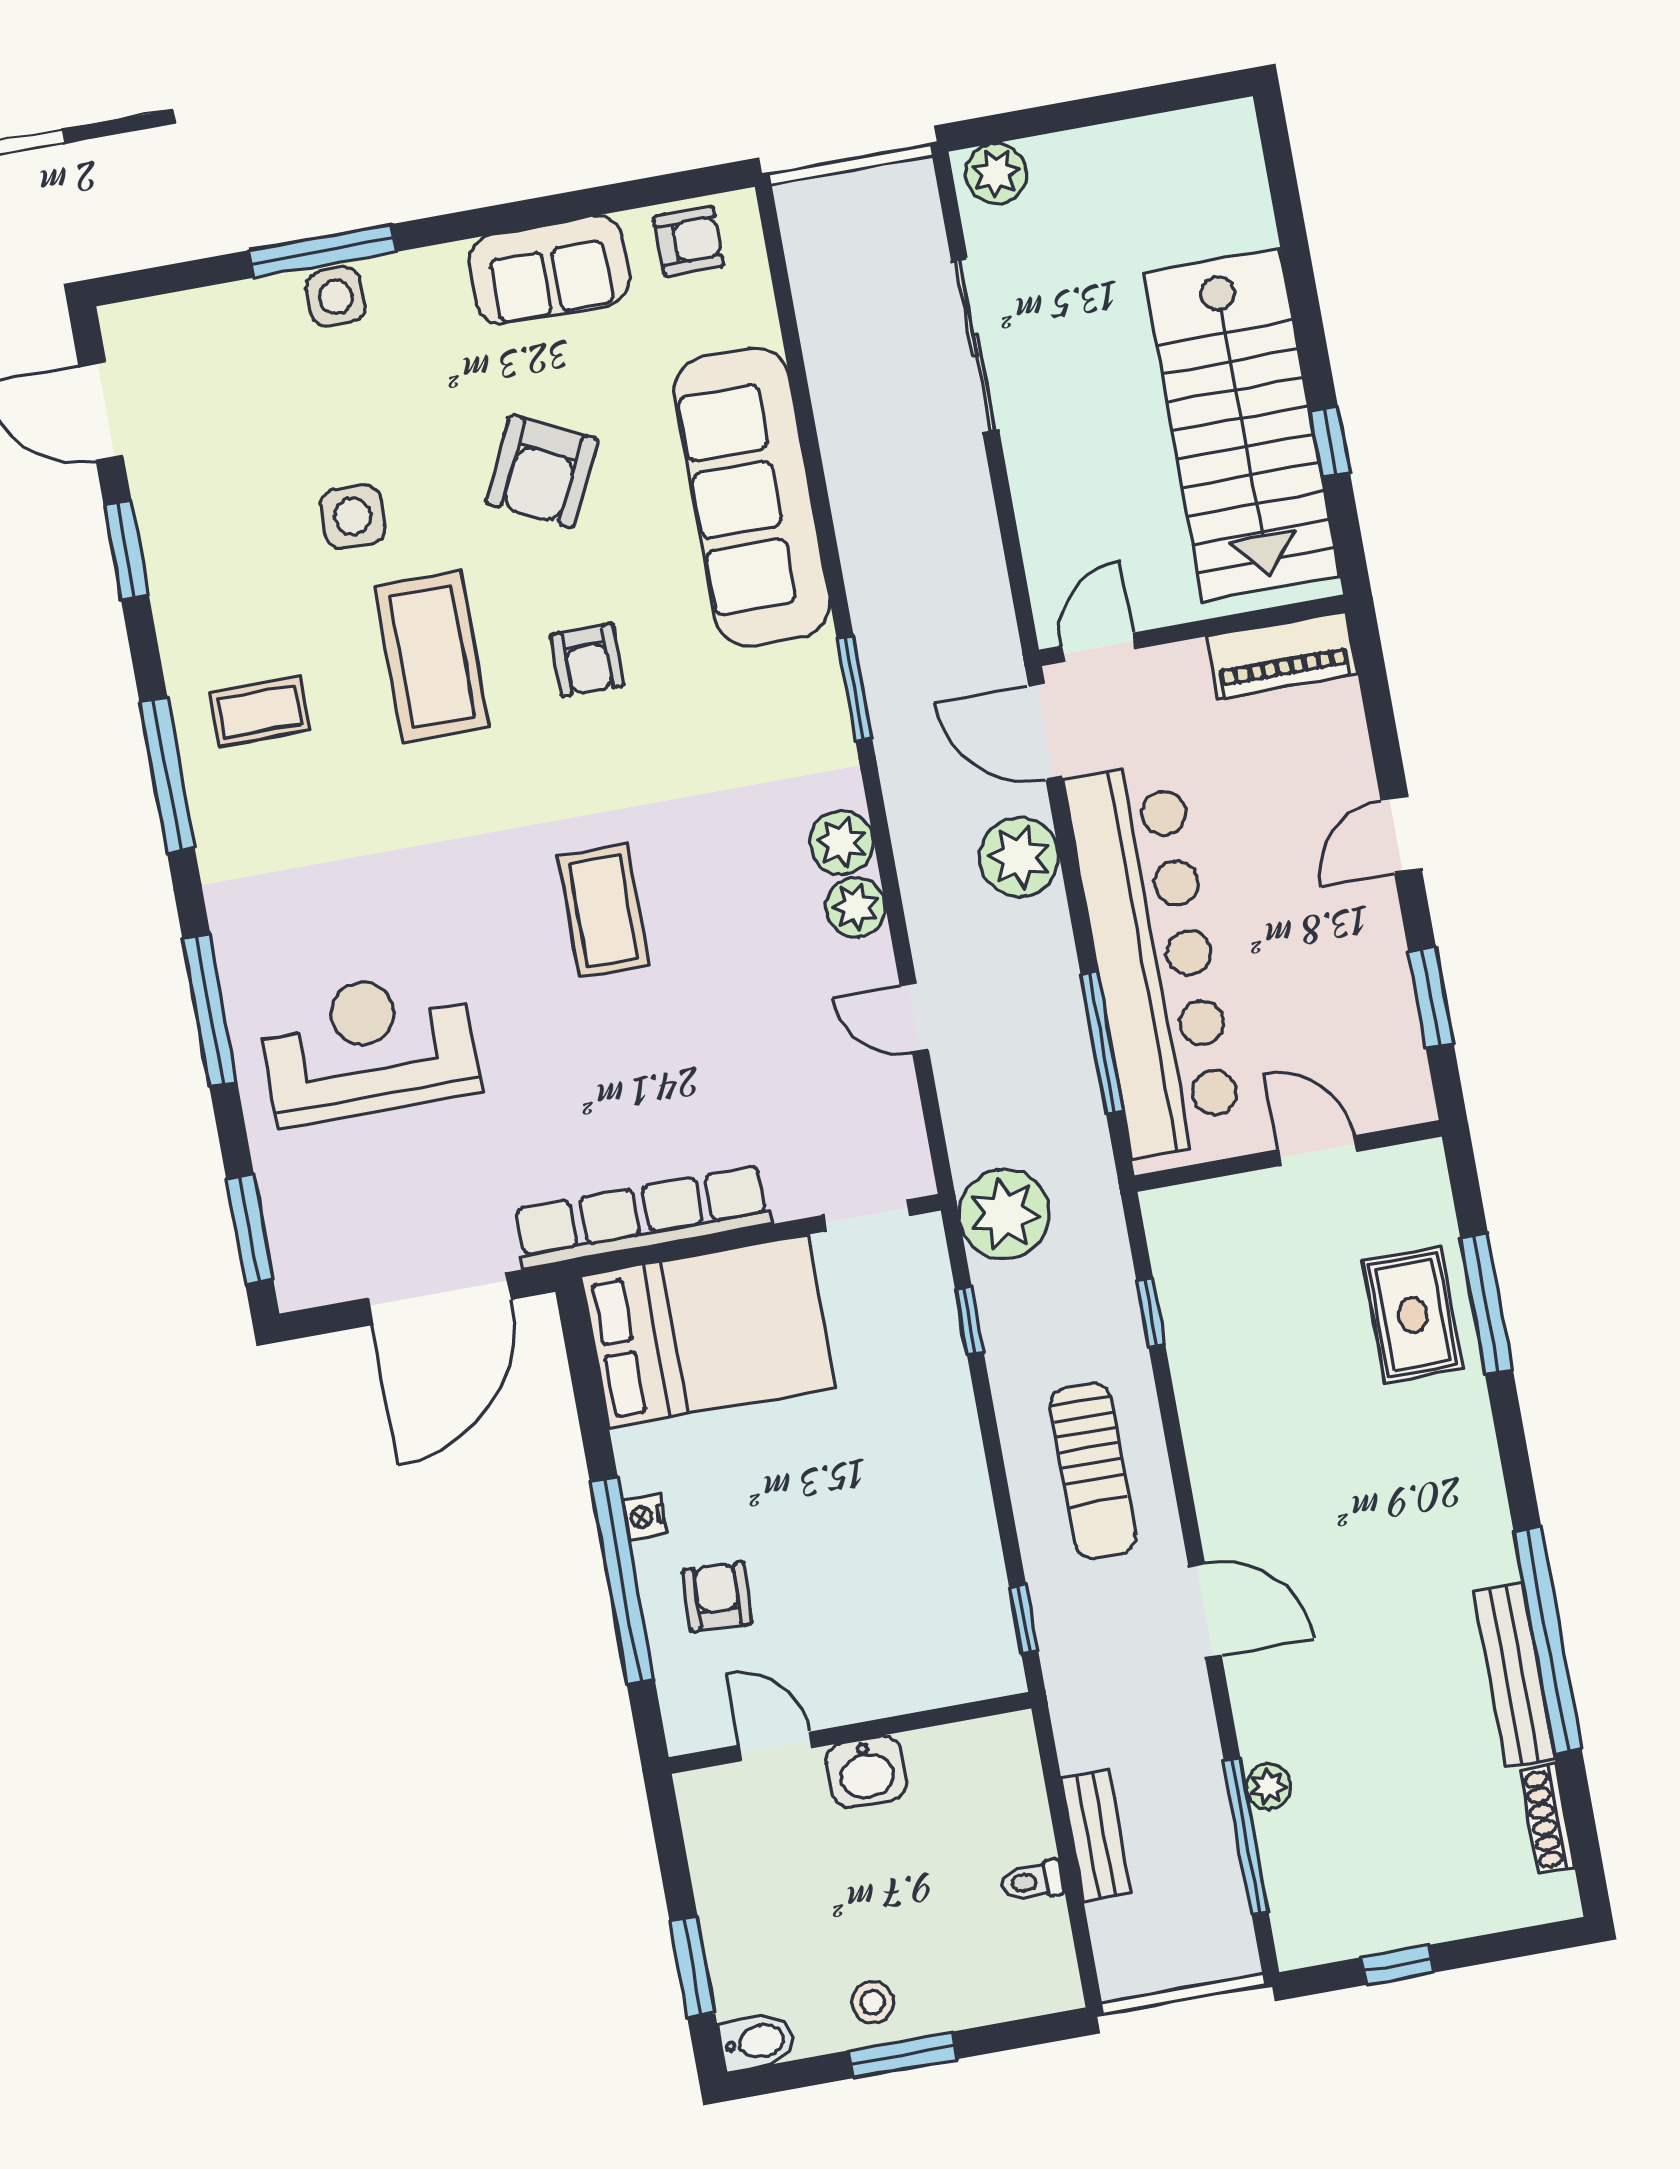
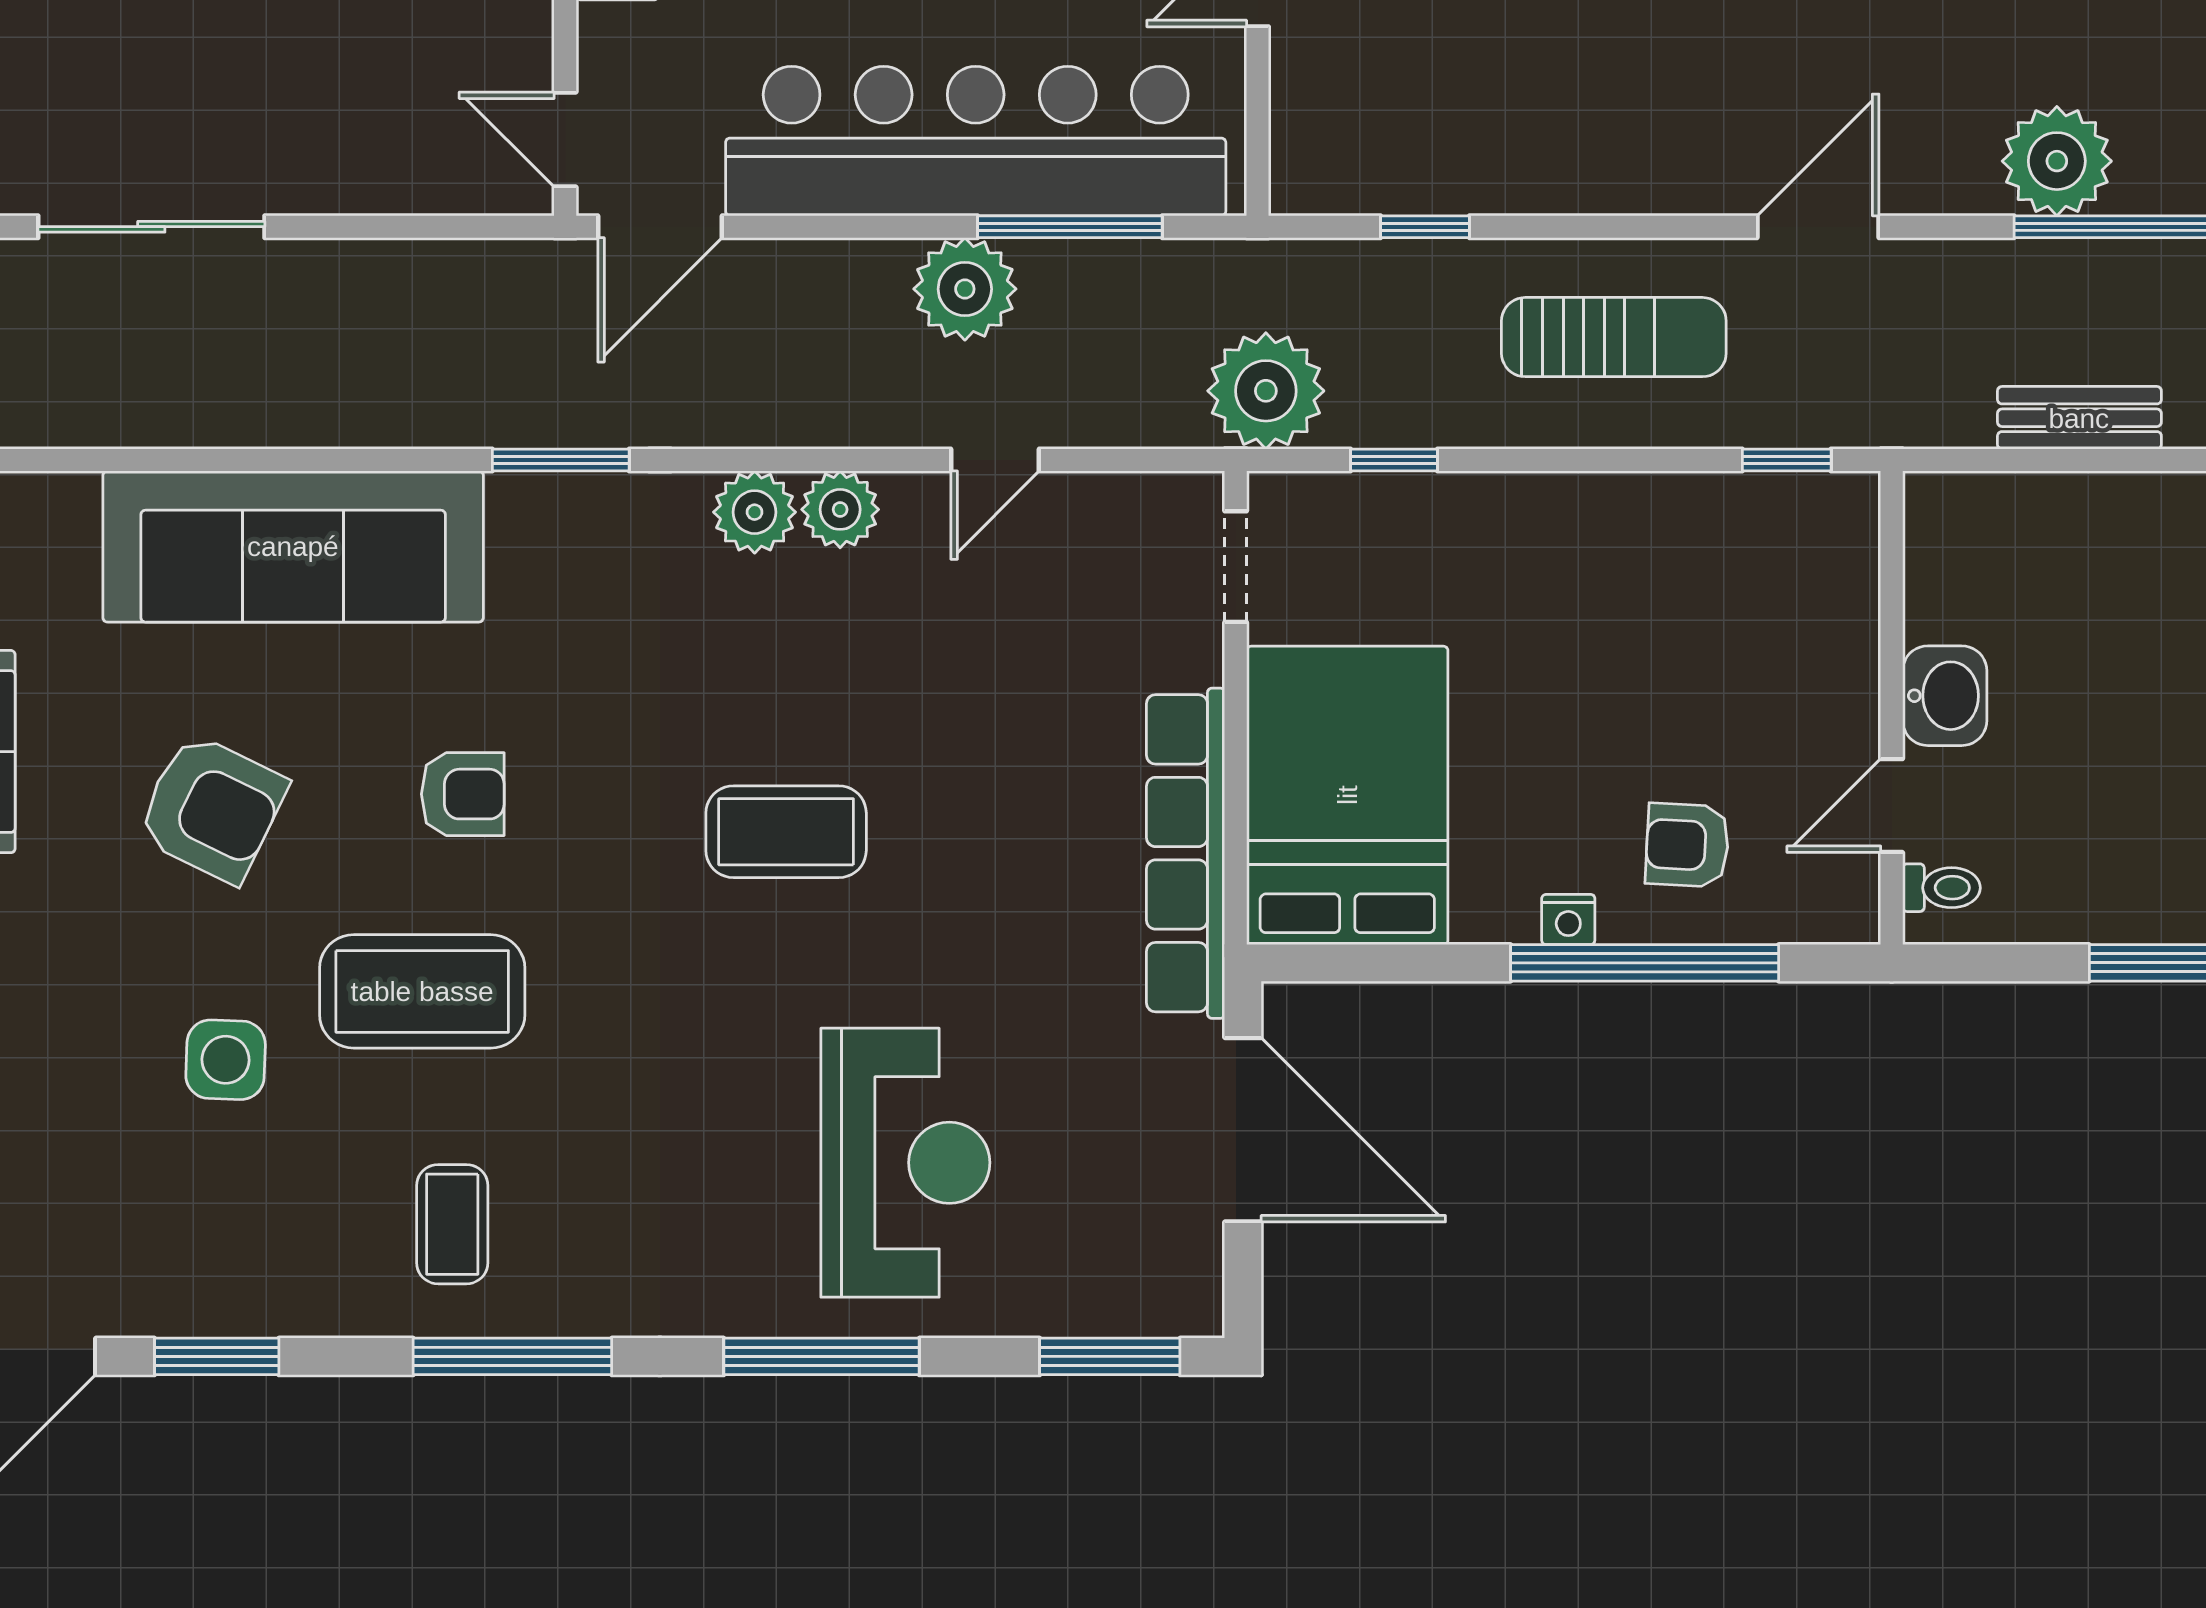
plant: (1019, 857) -> (965, 289), moved
reception desk: (368, 1047) -> (905, 1163), turned 180
plant: (1268, 1786) -> (2057, 161), width x1.88, depth x1.88
toilet: (1032, 1881) -> (1941, 888), moved, turned -90

